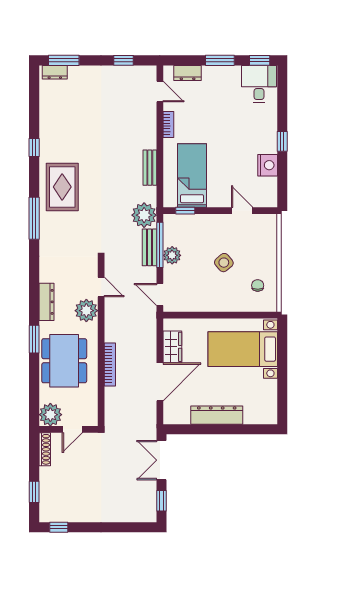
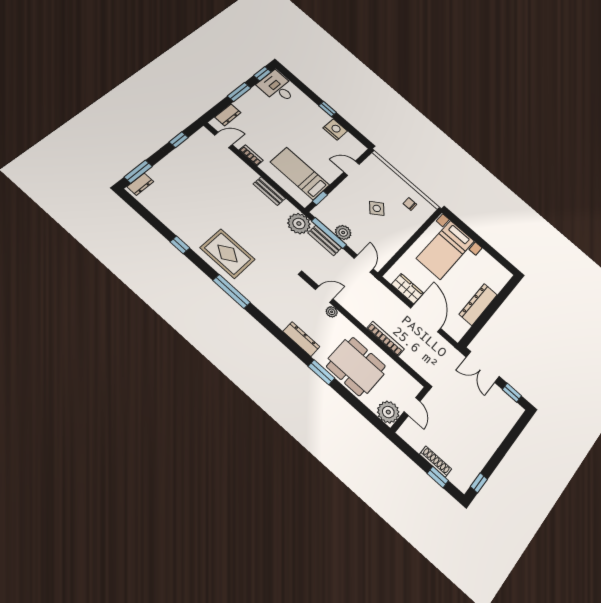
door: (160, 294) -> (364, 264), swing flipped
plant: (86, 311) -> (332, 312), width x0.53, depth x0.53
shoe rack: (45, 449) -> (436, 462), moved

